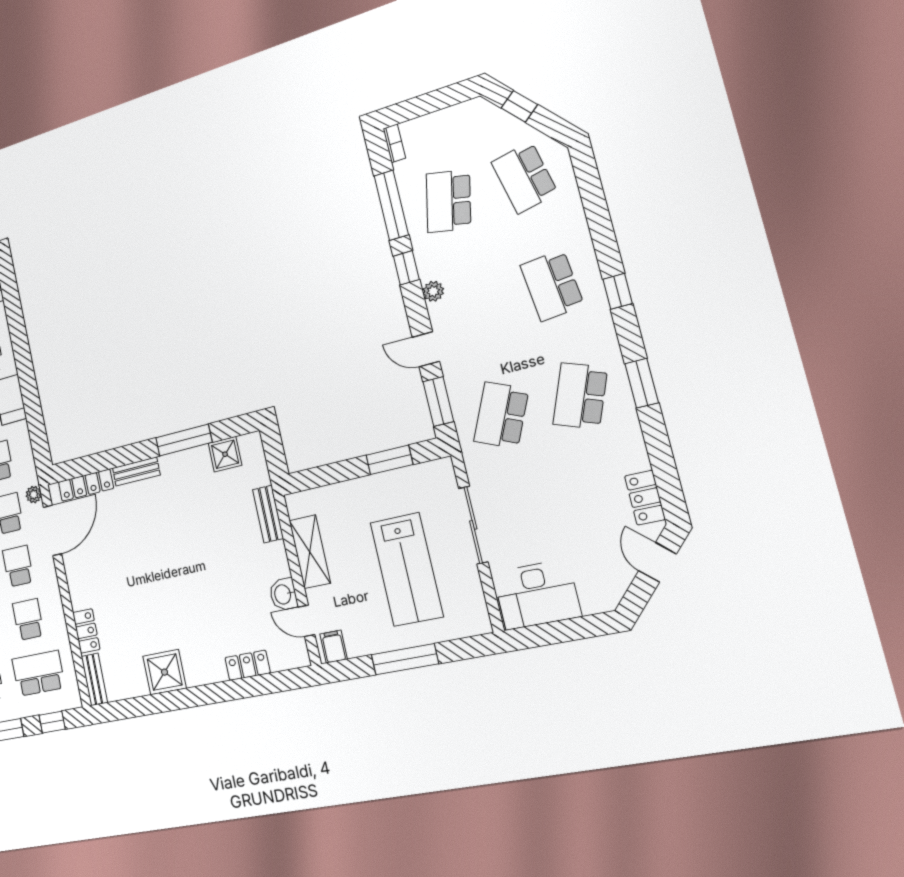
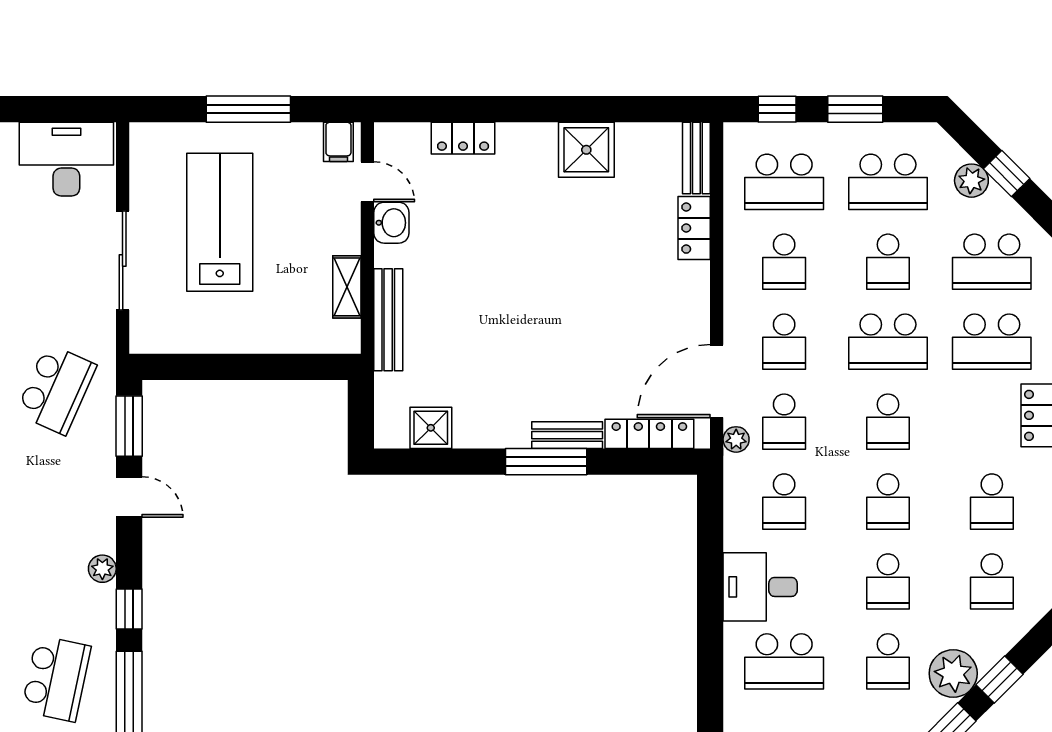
window: (184, 440) -> (546, 462), moved
window: (389, 460) -> (209, 367), removed
bench: (268, 514) -> (388, 320), width x1.36
shelving: (310, 552) -> (347, 287), width x0.67, depth x0.75

